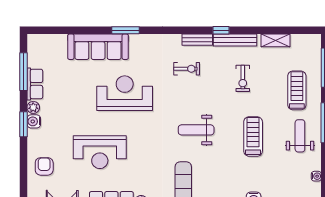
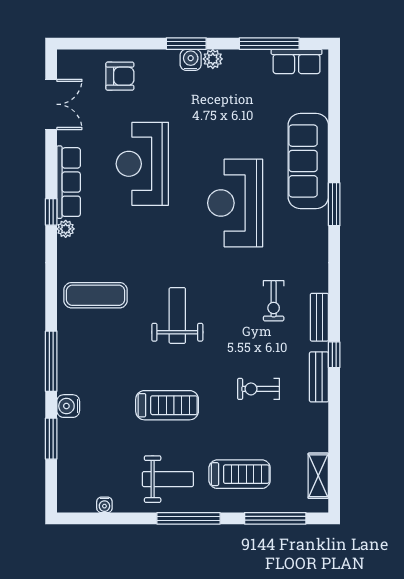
bench: (235, 40) -> (319, 377), width x0.73
shelving: (276, 40) -> (318, 476), moved
row of seats: (35, 84) -> (297, 61), moved
reception desk: (125, 93) -> (235, 203), turned 180

